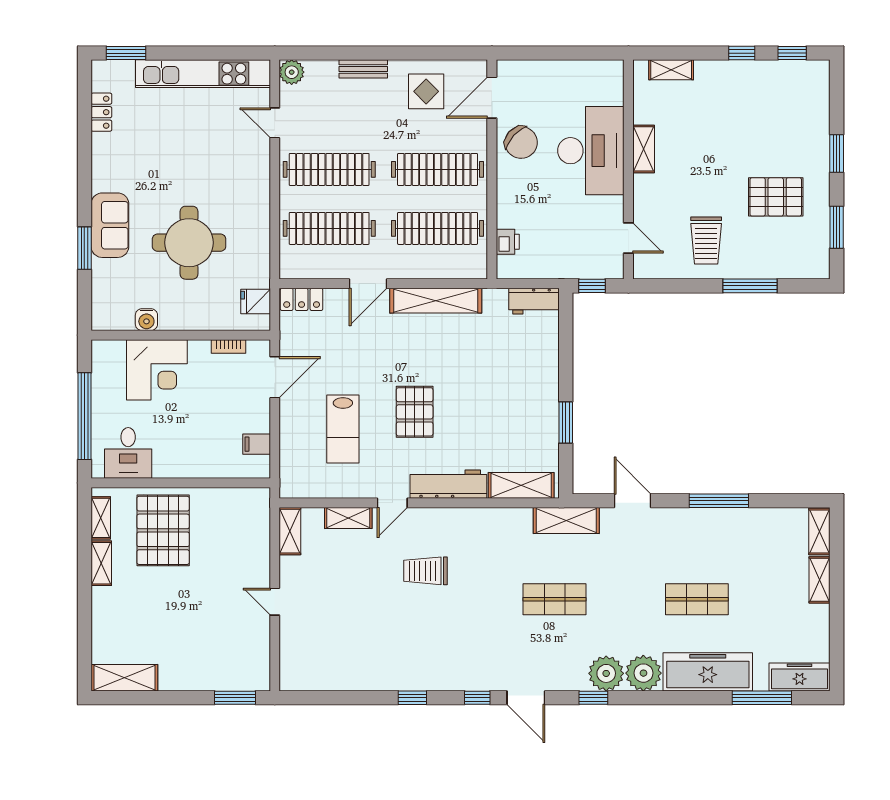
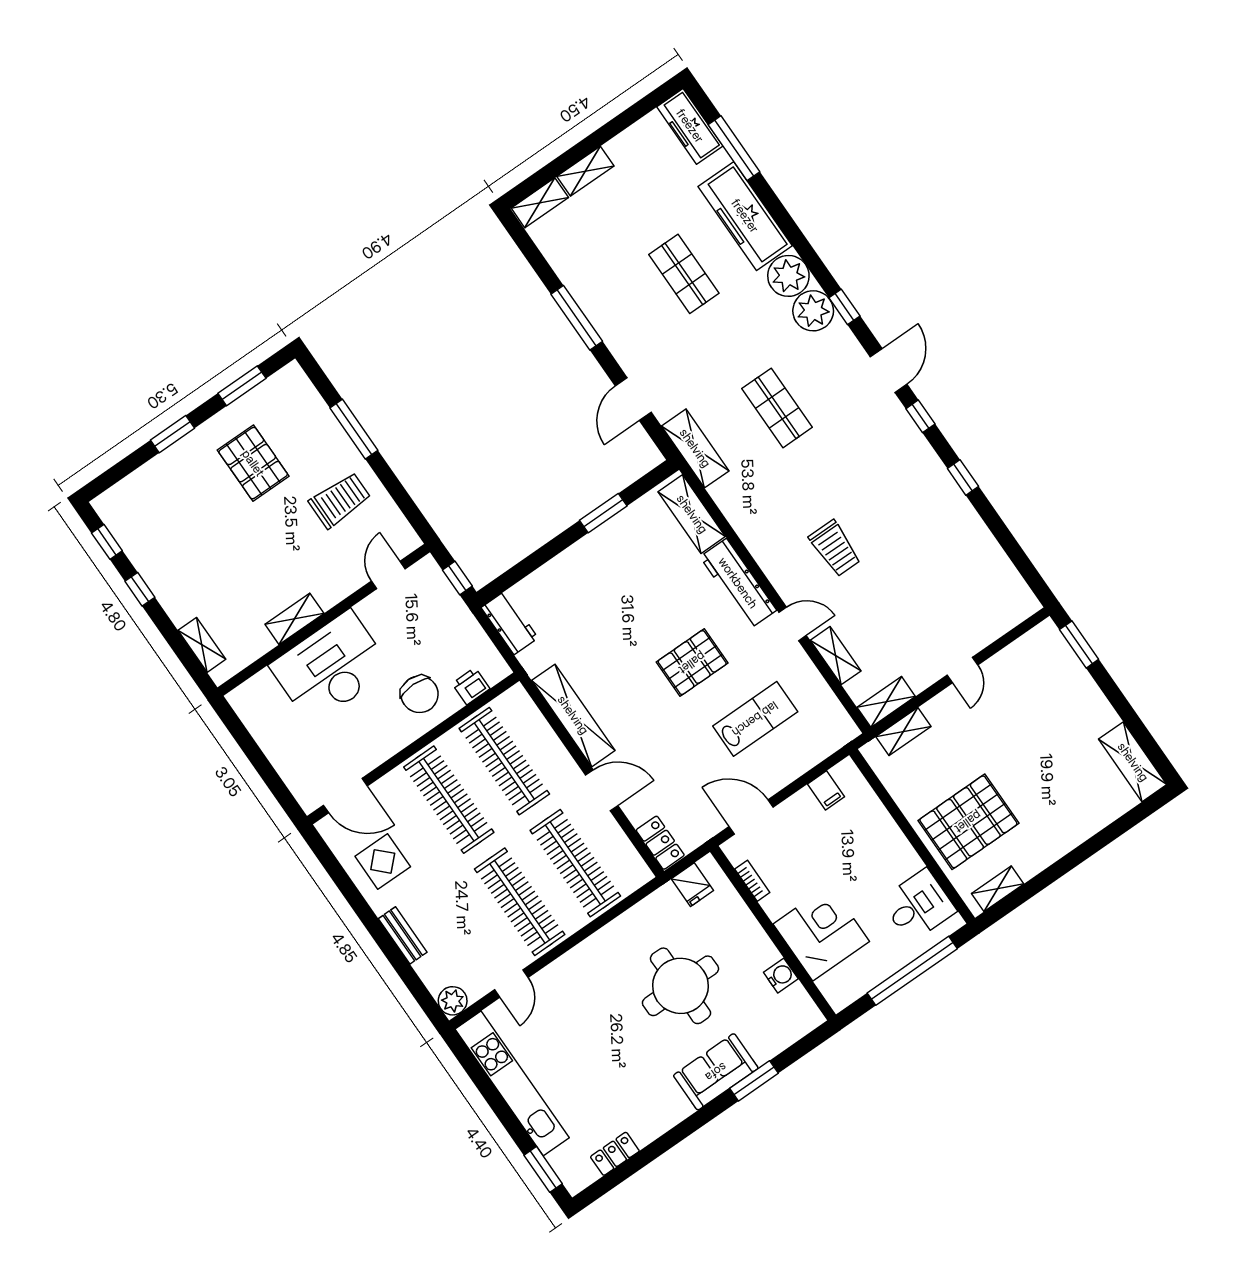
chair: (521, 142) -> (420, 694), moved, turned 138
shelving: (101, 563) -> (903, 731), moved

